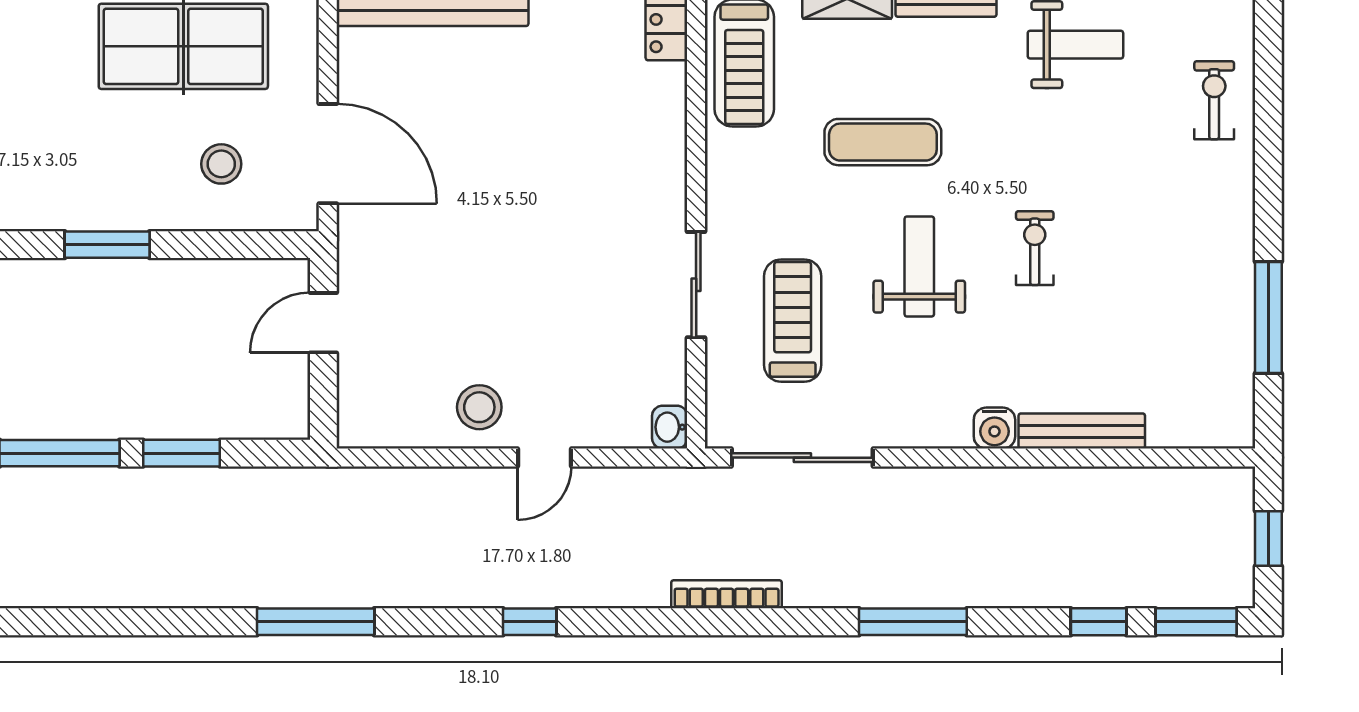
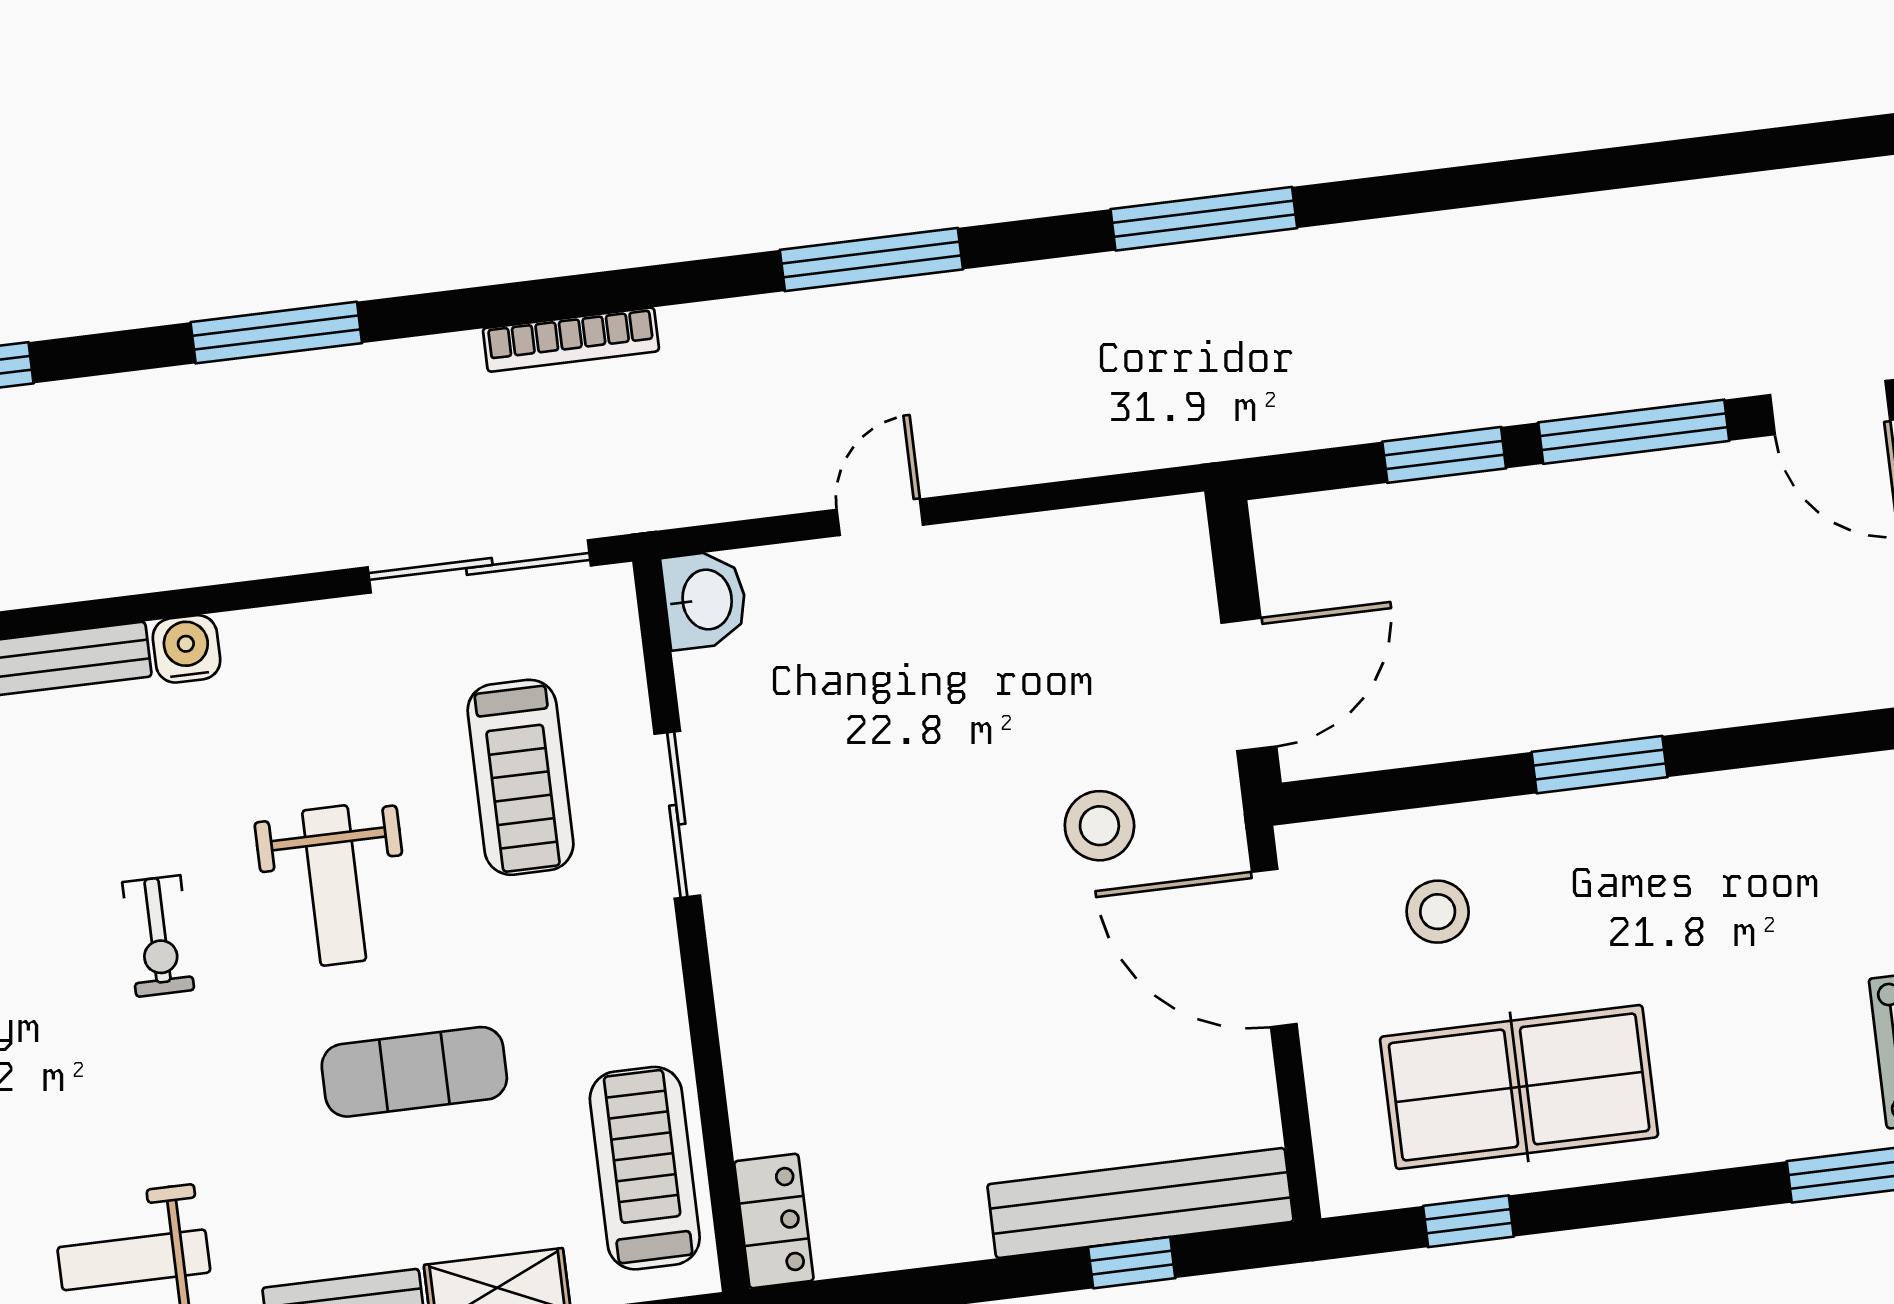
door: (323, 323) -> (1249, 685), width x1.38
stool: (479, 407) -> (1099, 826), moved
washbasin: (670, 427) -> (705, 600), width x1.38, depth x1.45
window: (530, 622) -> (871, 260), width x2.17

